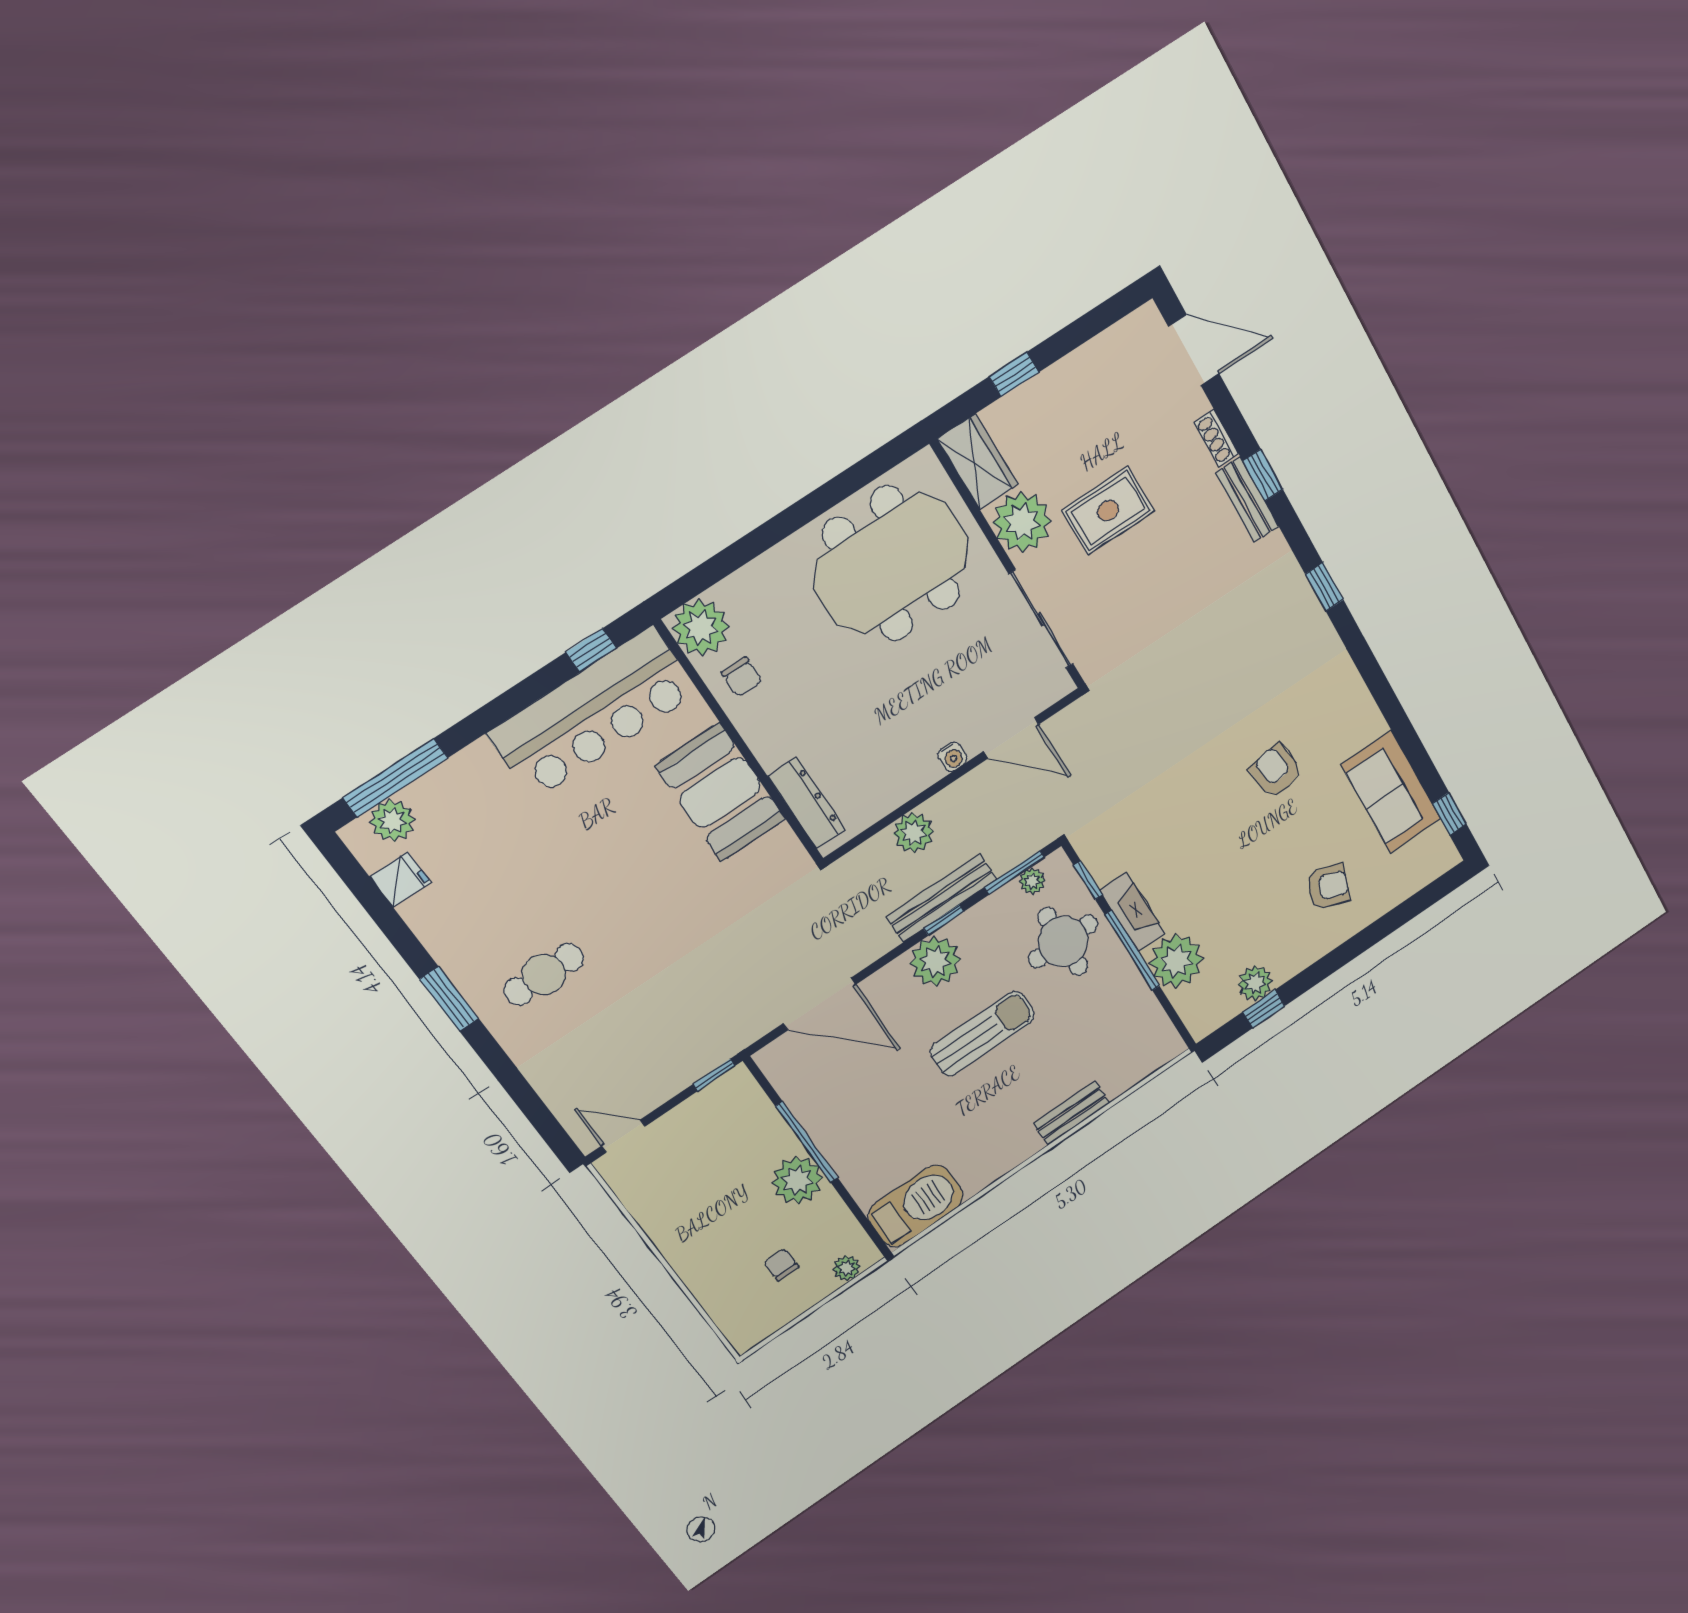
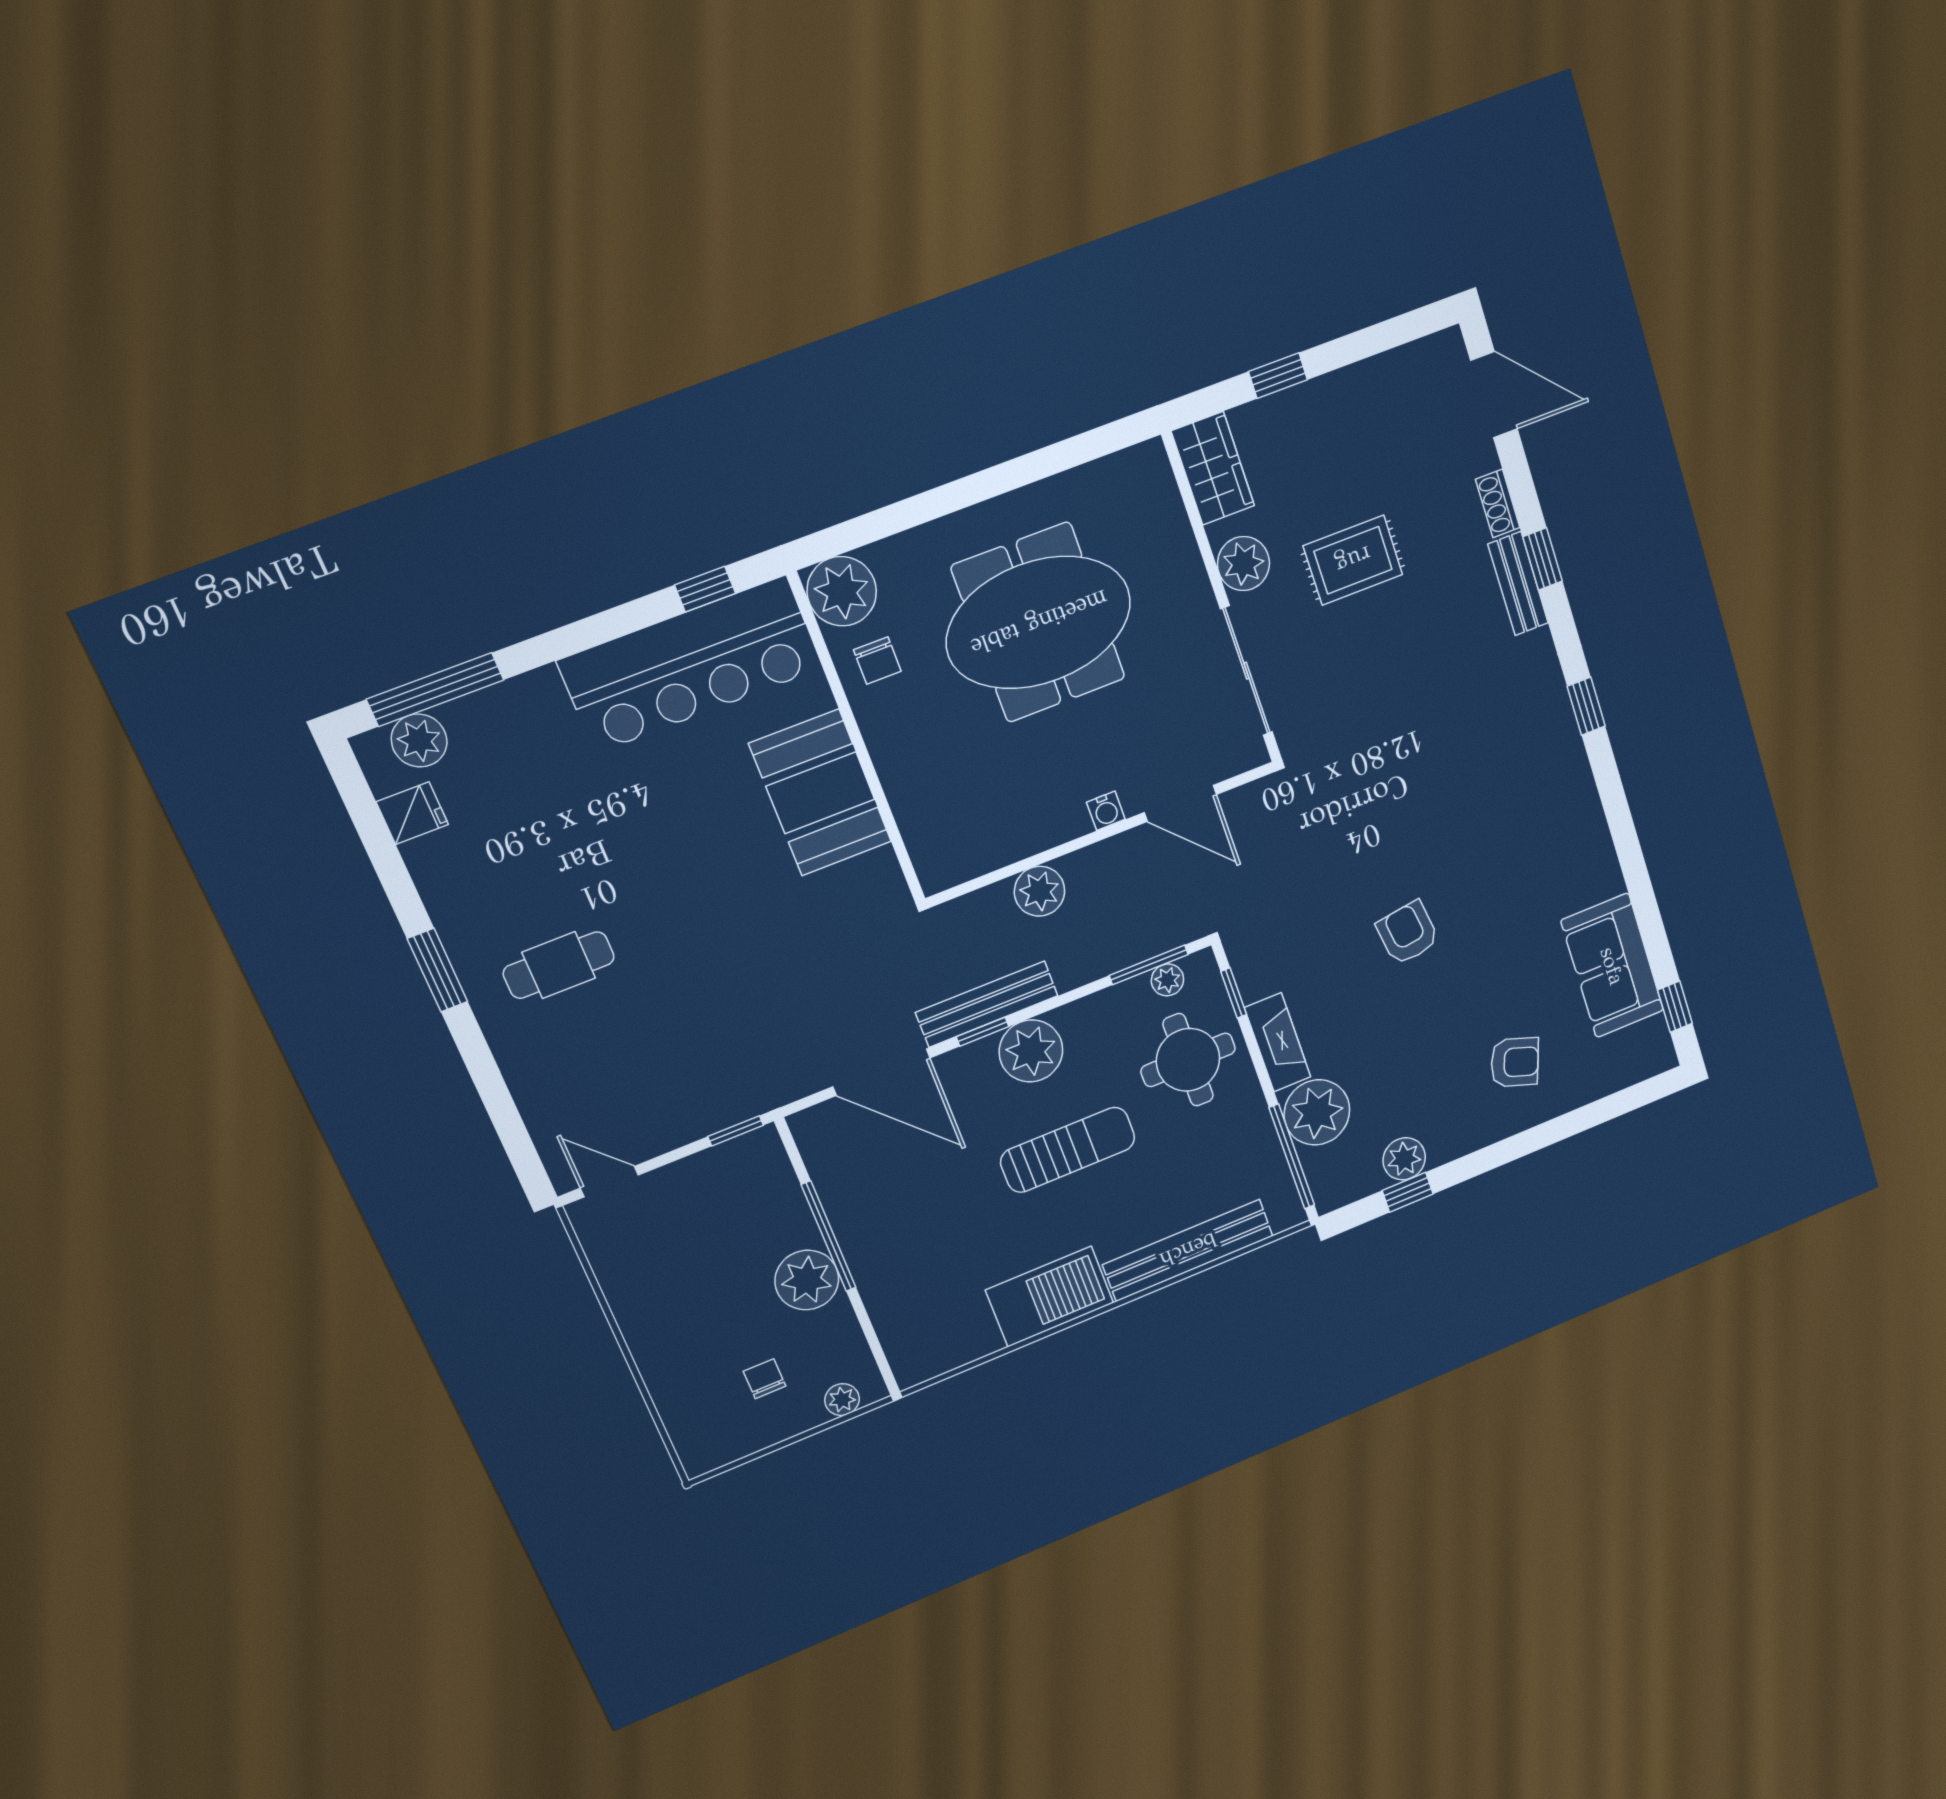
plant: (1022, 522) -> (1243, 564), width x0.73, depth x0.73
meeting table: (891, 564) -> (1039, 623), moved
armchair: (1276, 771) -> (1408, 933), moved
dresser: (807, 803) -> (920, 828), removed
bench: (941, 898) -> (987, 1004), moved
window: (944, 920) -> (983, 1032), moved
window: (1132, 950) -> (1292, 1157), moved
bench: (1072, 1113) -> (1188, 1250), width x1.86, depth x1.21
barbecue: (916, 1206) -> (1050, 1297), moved

